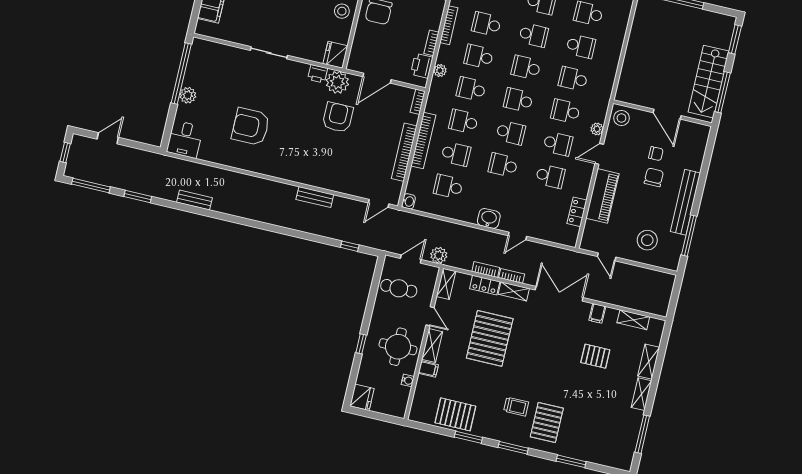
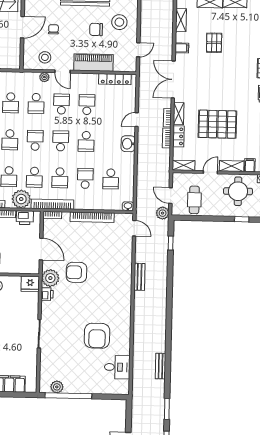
plant: (440, 70) -> (21, 199), width x1.88, depth x1.88
plant: (188, 95) -> (57, 387), moved
school desk: (518, 100) -> (35, 140), turned 180
stool: (621, 118) -> (45, 57), moved
desk: (185, 139) -> (117, 367), moved
bookcase: (423, 140) -> (52, 204), moved
chair: (654, 177) -> (96, 29), moved
locker: (577, 212) -> (115, 79), width x1.53
door: (517, 236) -> (137, 120), swing flipped
plant: (439, 255) -> (163, 213), moved

